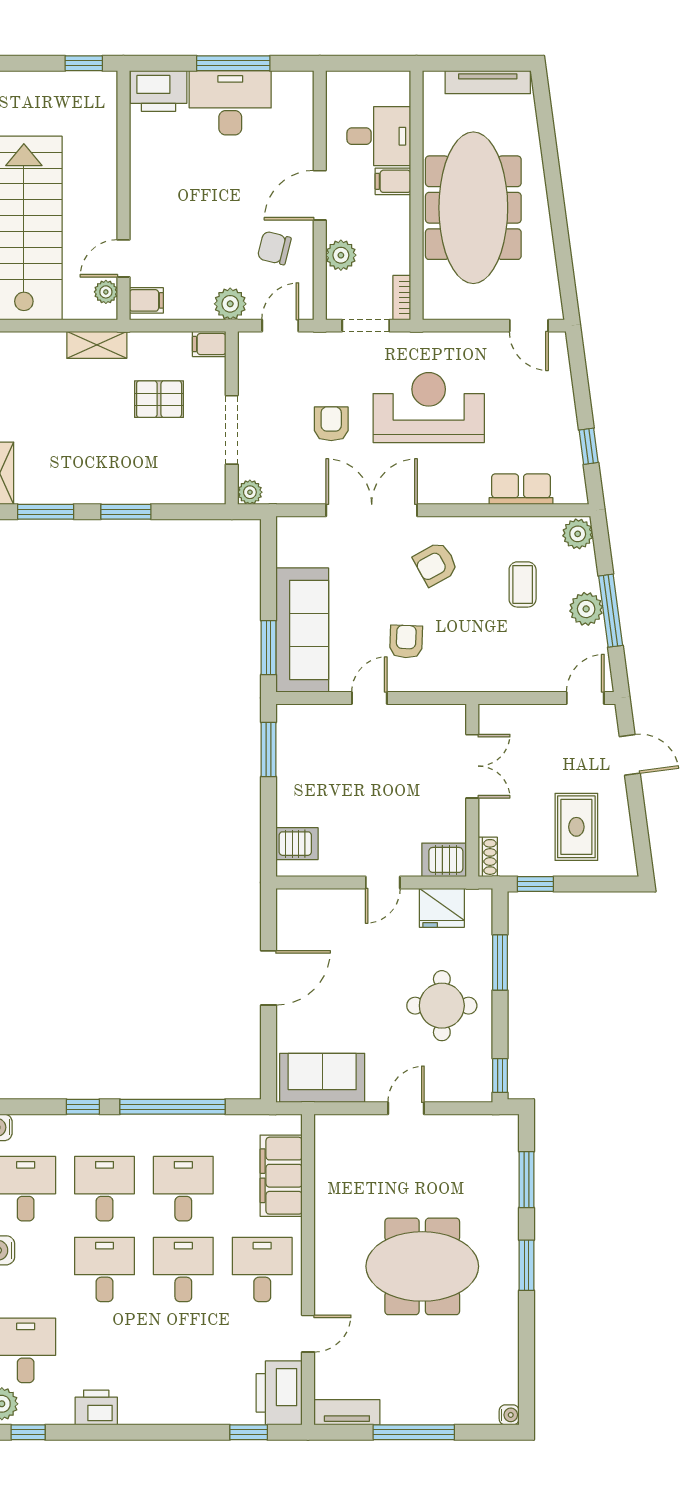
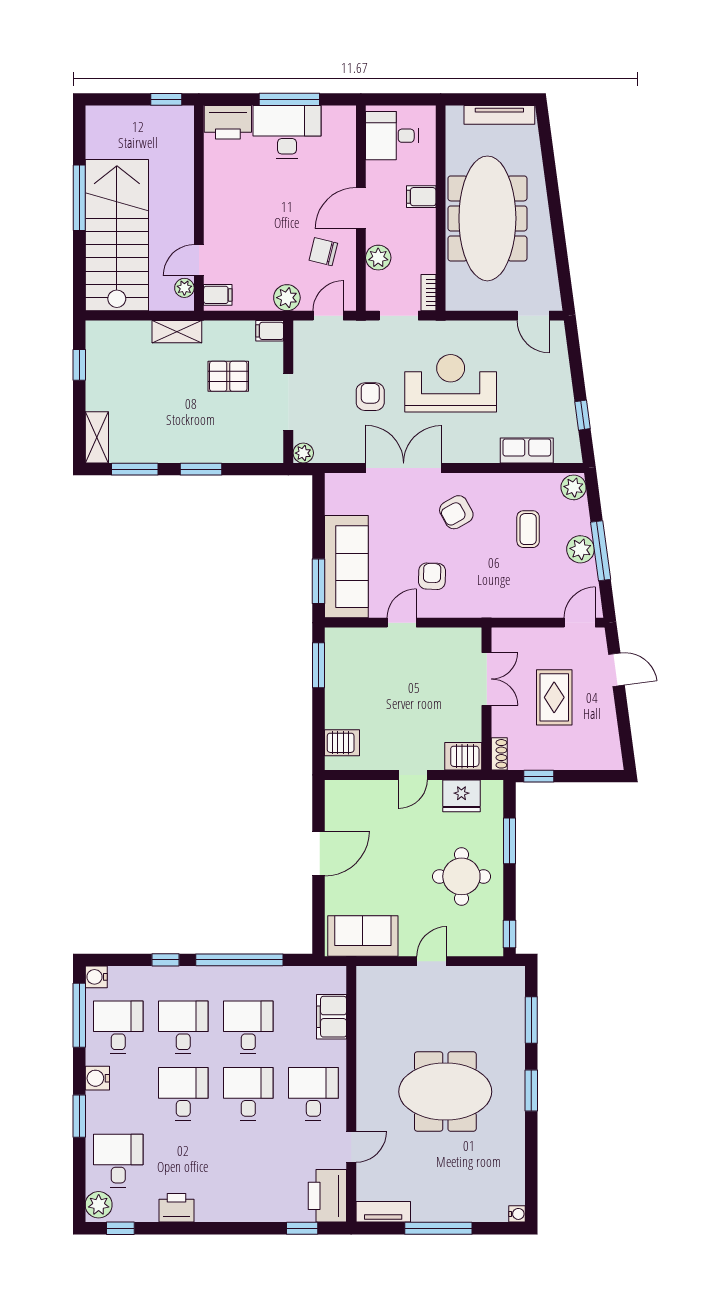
desk: (379, 136) -> (392, 136), moved, turned 180
rug: (576, 827) -> (554, 697), moved
filing cabinet: (281, 1176) -> (331, 1017), width x0.67, depth x0.86

